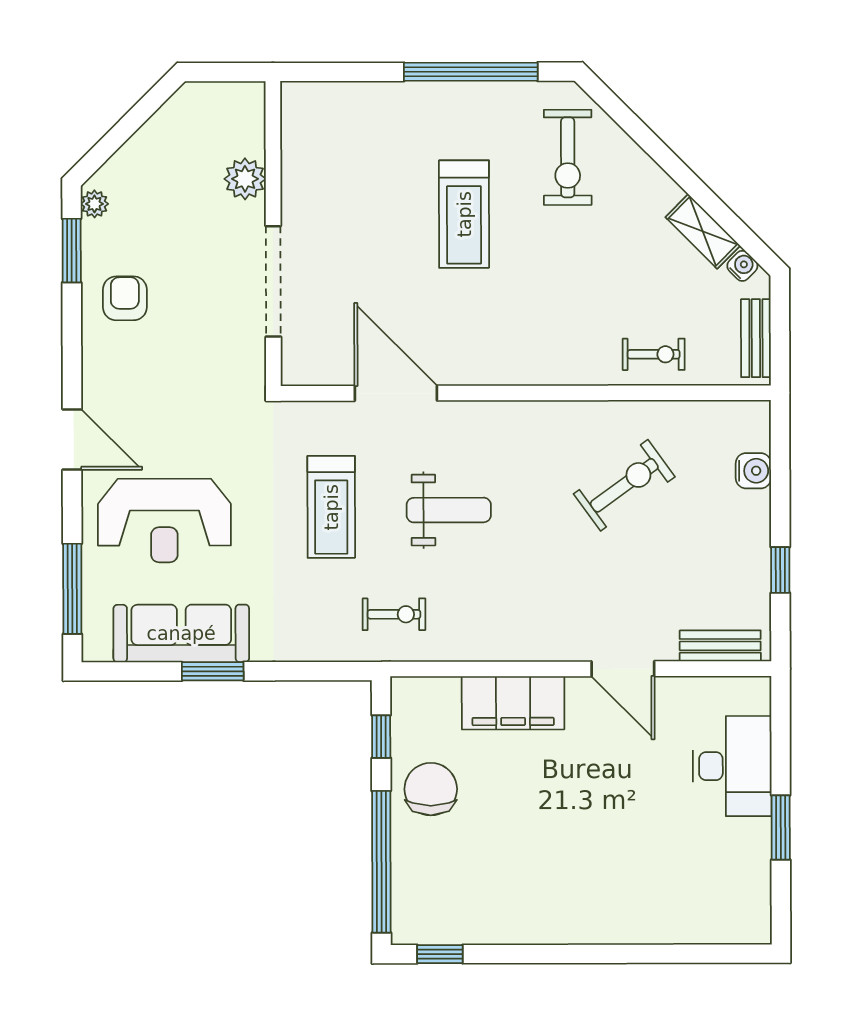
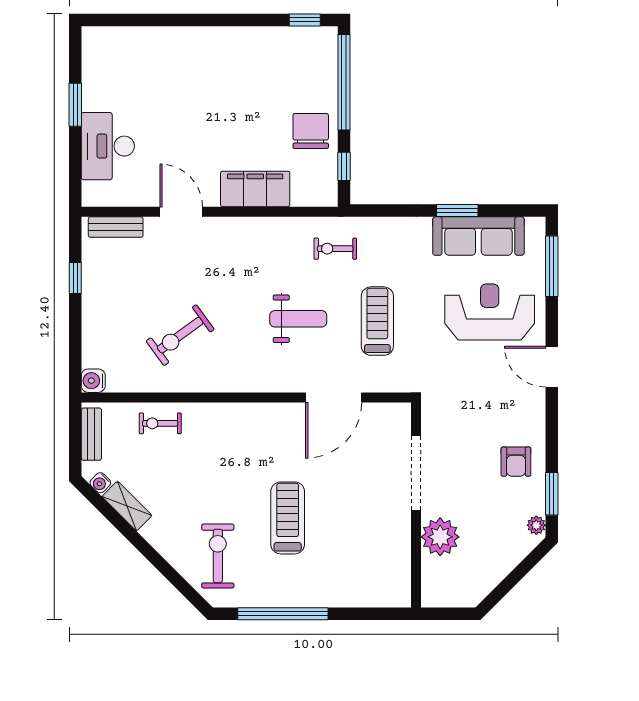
plant: (245, 179) -> (440, 537), width x1.36, depth x1.36
door: (396, 393) -> (334, 397), hinge flipped
water cooler: (753, 471) -> (93, 381), moved
weight bench: (449, 510) -> (298, 319), turned 180
chair: (431, 789) -> (311, 131), turned 180

